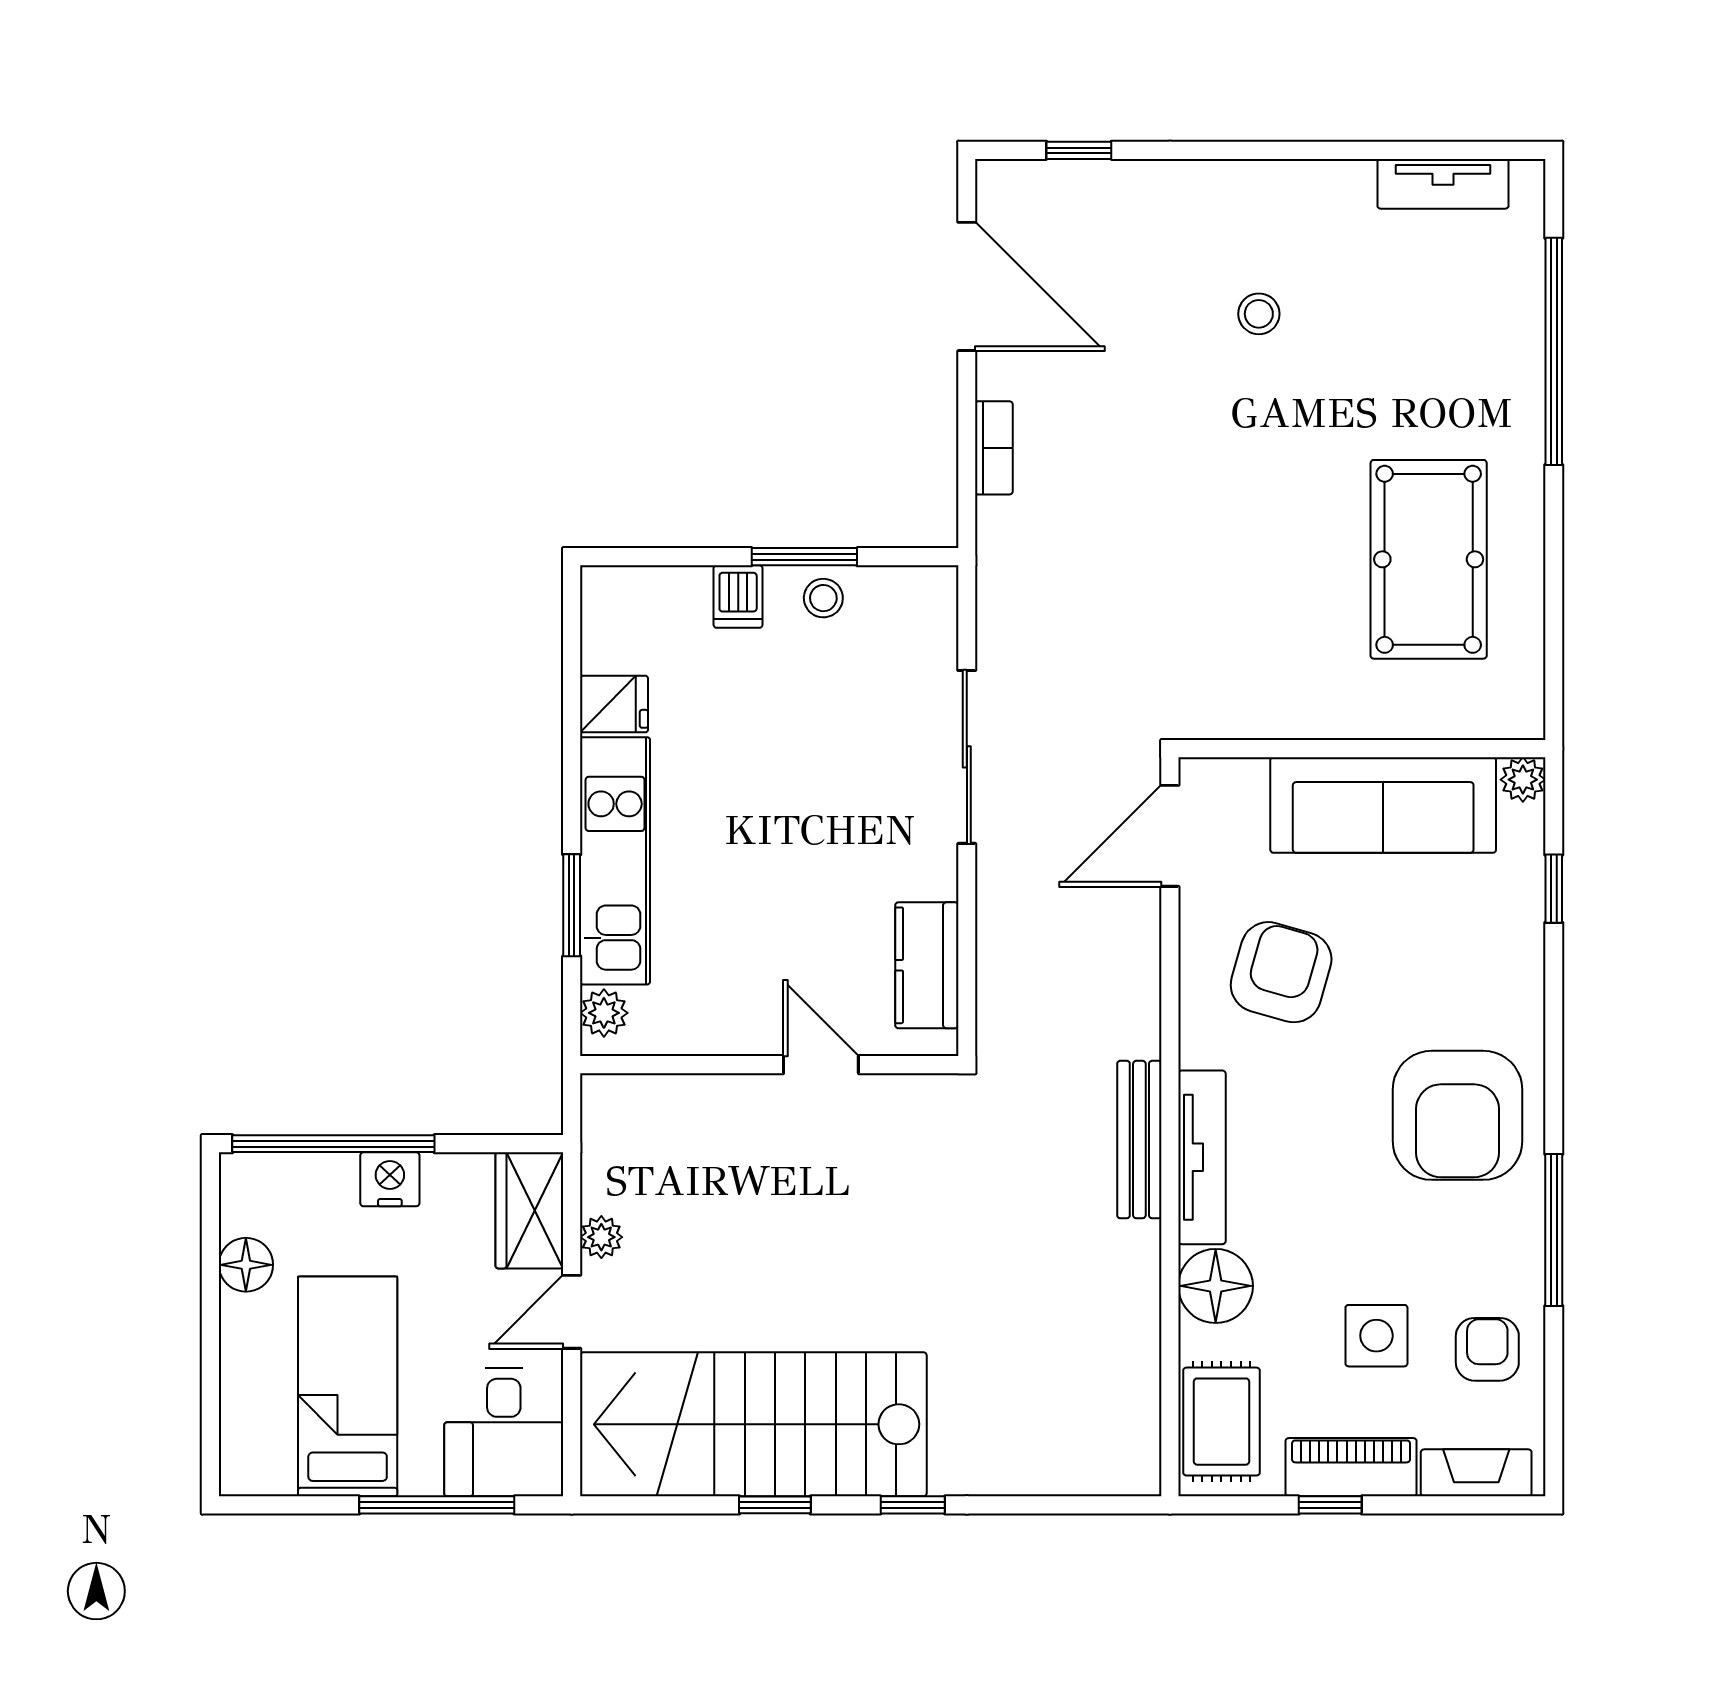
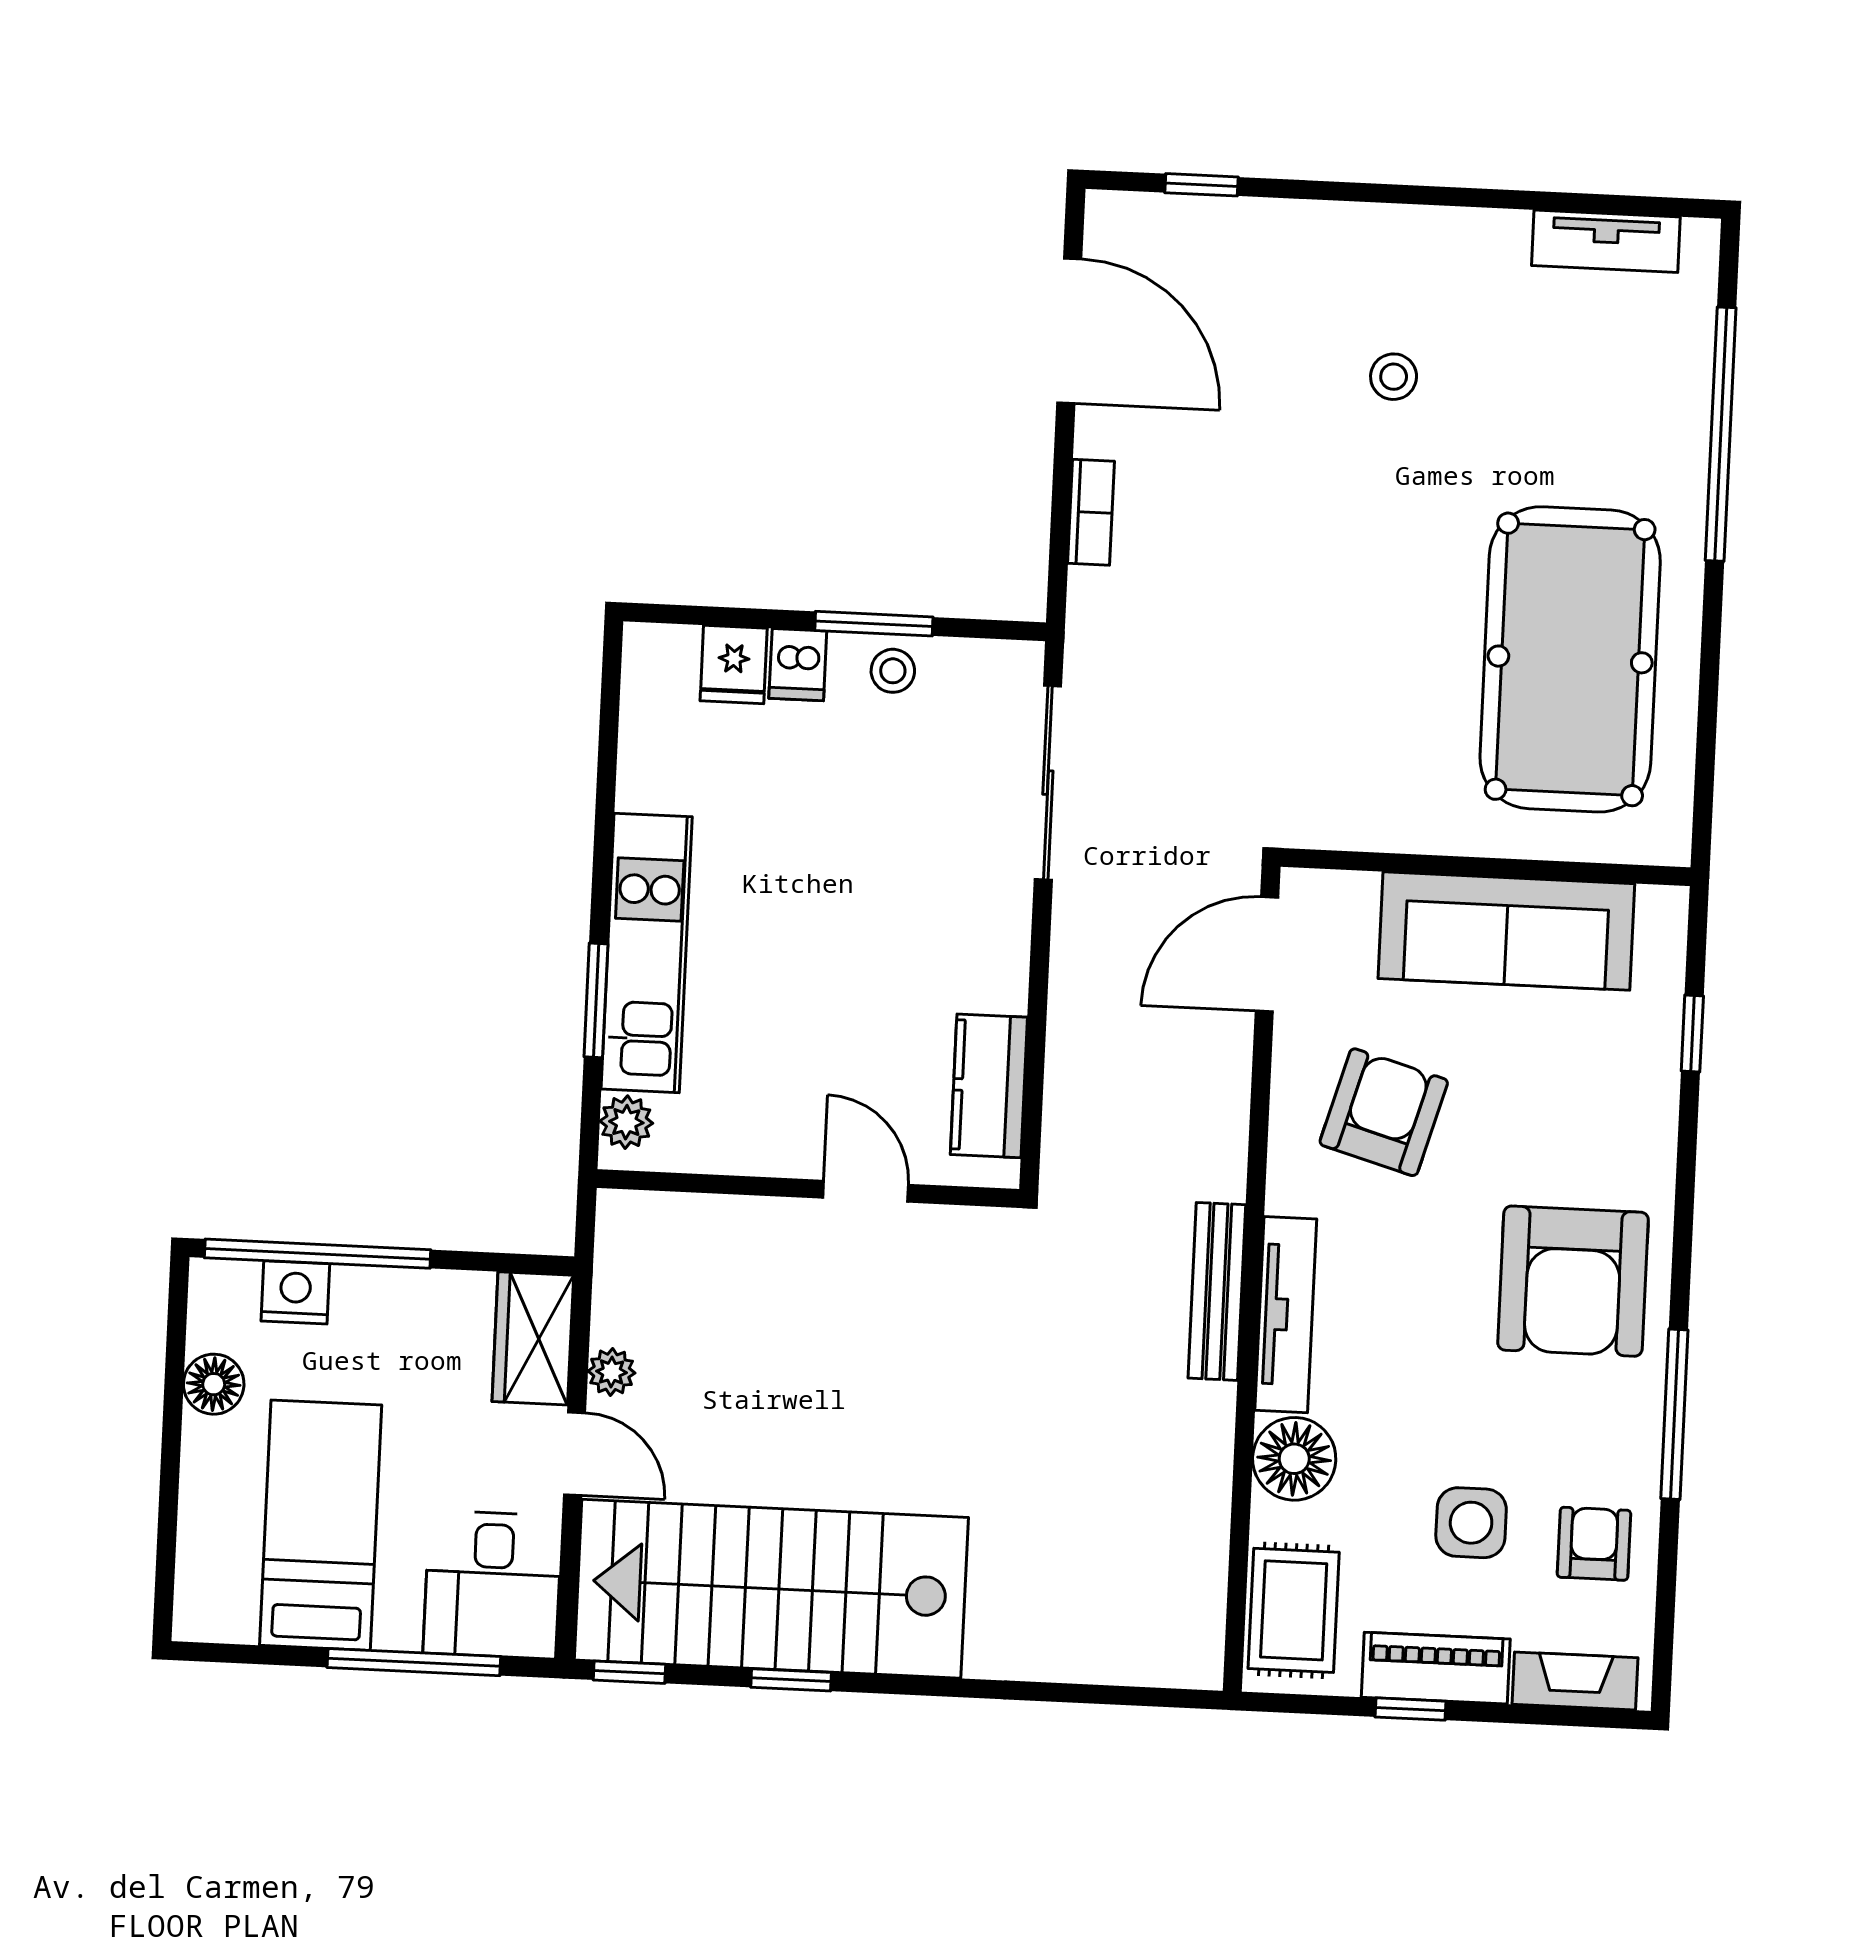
pool table: (1429, 559) -> (1570, 659), width x1.36, depth x1.32
fridge: (614, 704) -> (734, 664), moved, turned 90
sliding door: (967, 757) -> (1048, 783), moved
plant: (1523, 780) -> (1664, 910), removed
nightstand: (390, 1179) -> (295, 1292), moved
door: (572, 1312) -> (575, 1454), swing flipped
window: (913, 1505) -> (629, 1672), moved

